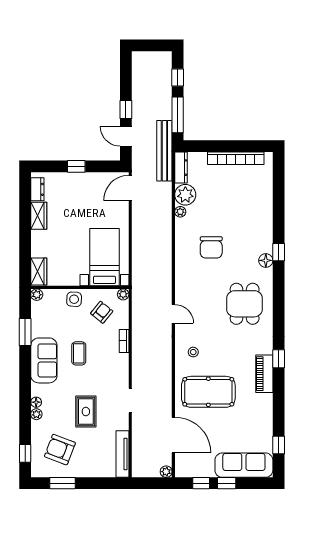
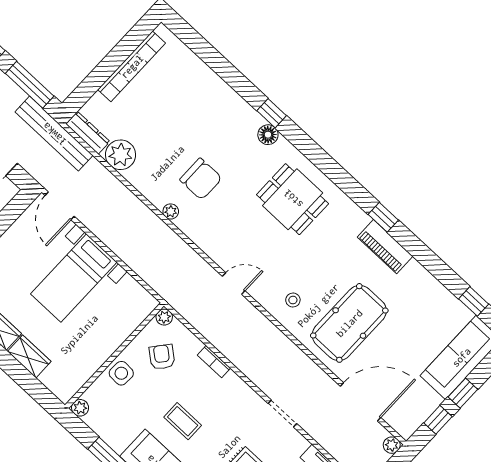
plant: (180, 212) -> (171, 211), moved
bed with nightstands: (104, 257) -> (74, 278), moved, turned -90
wardrobe: (39, 271) -> (29, 356), moved

